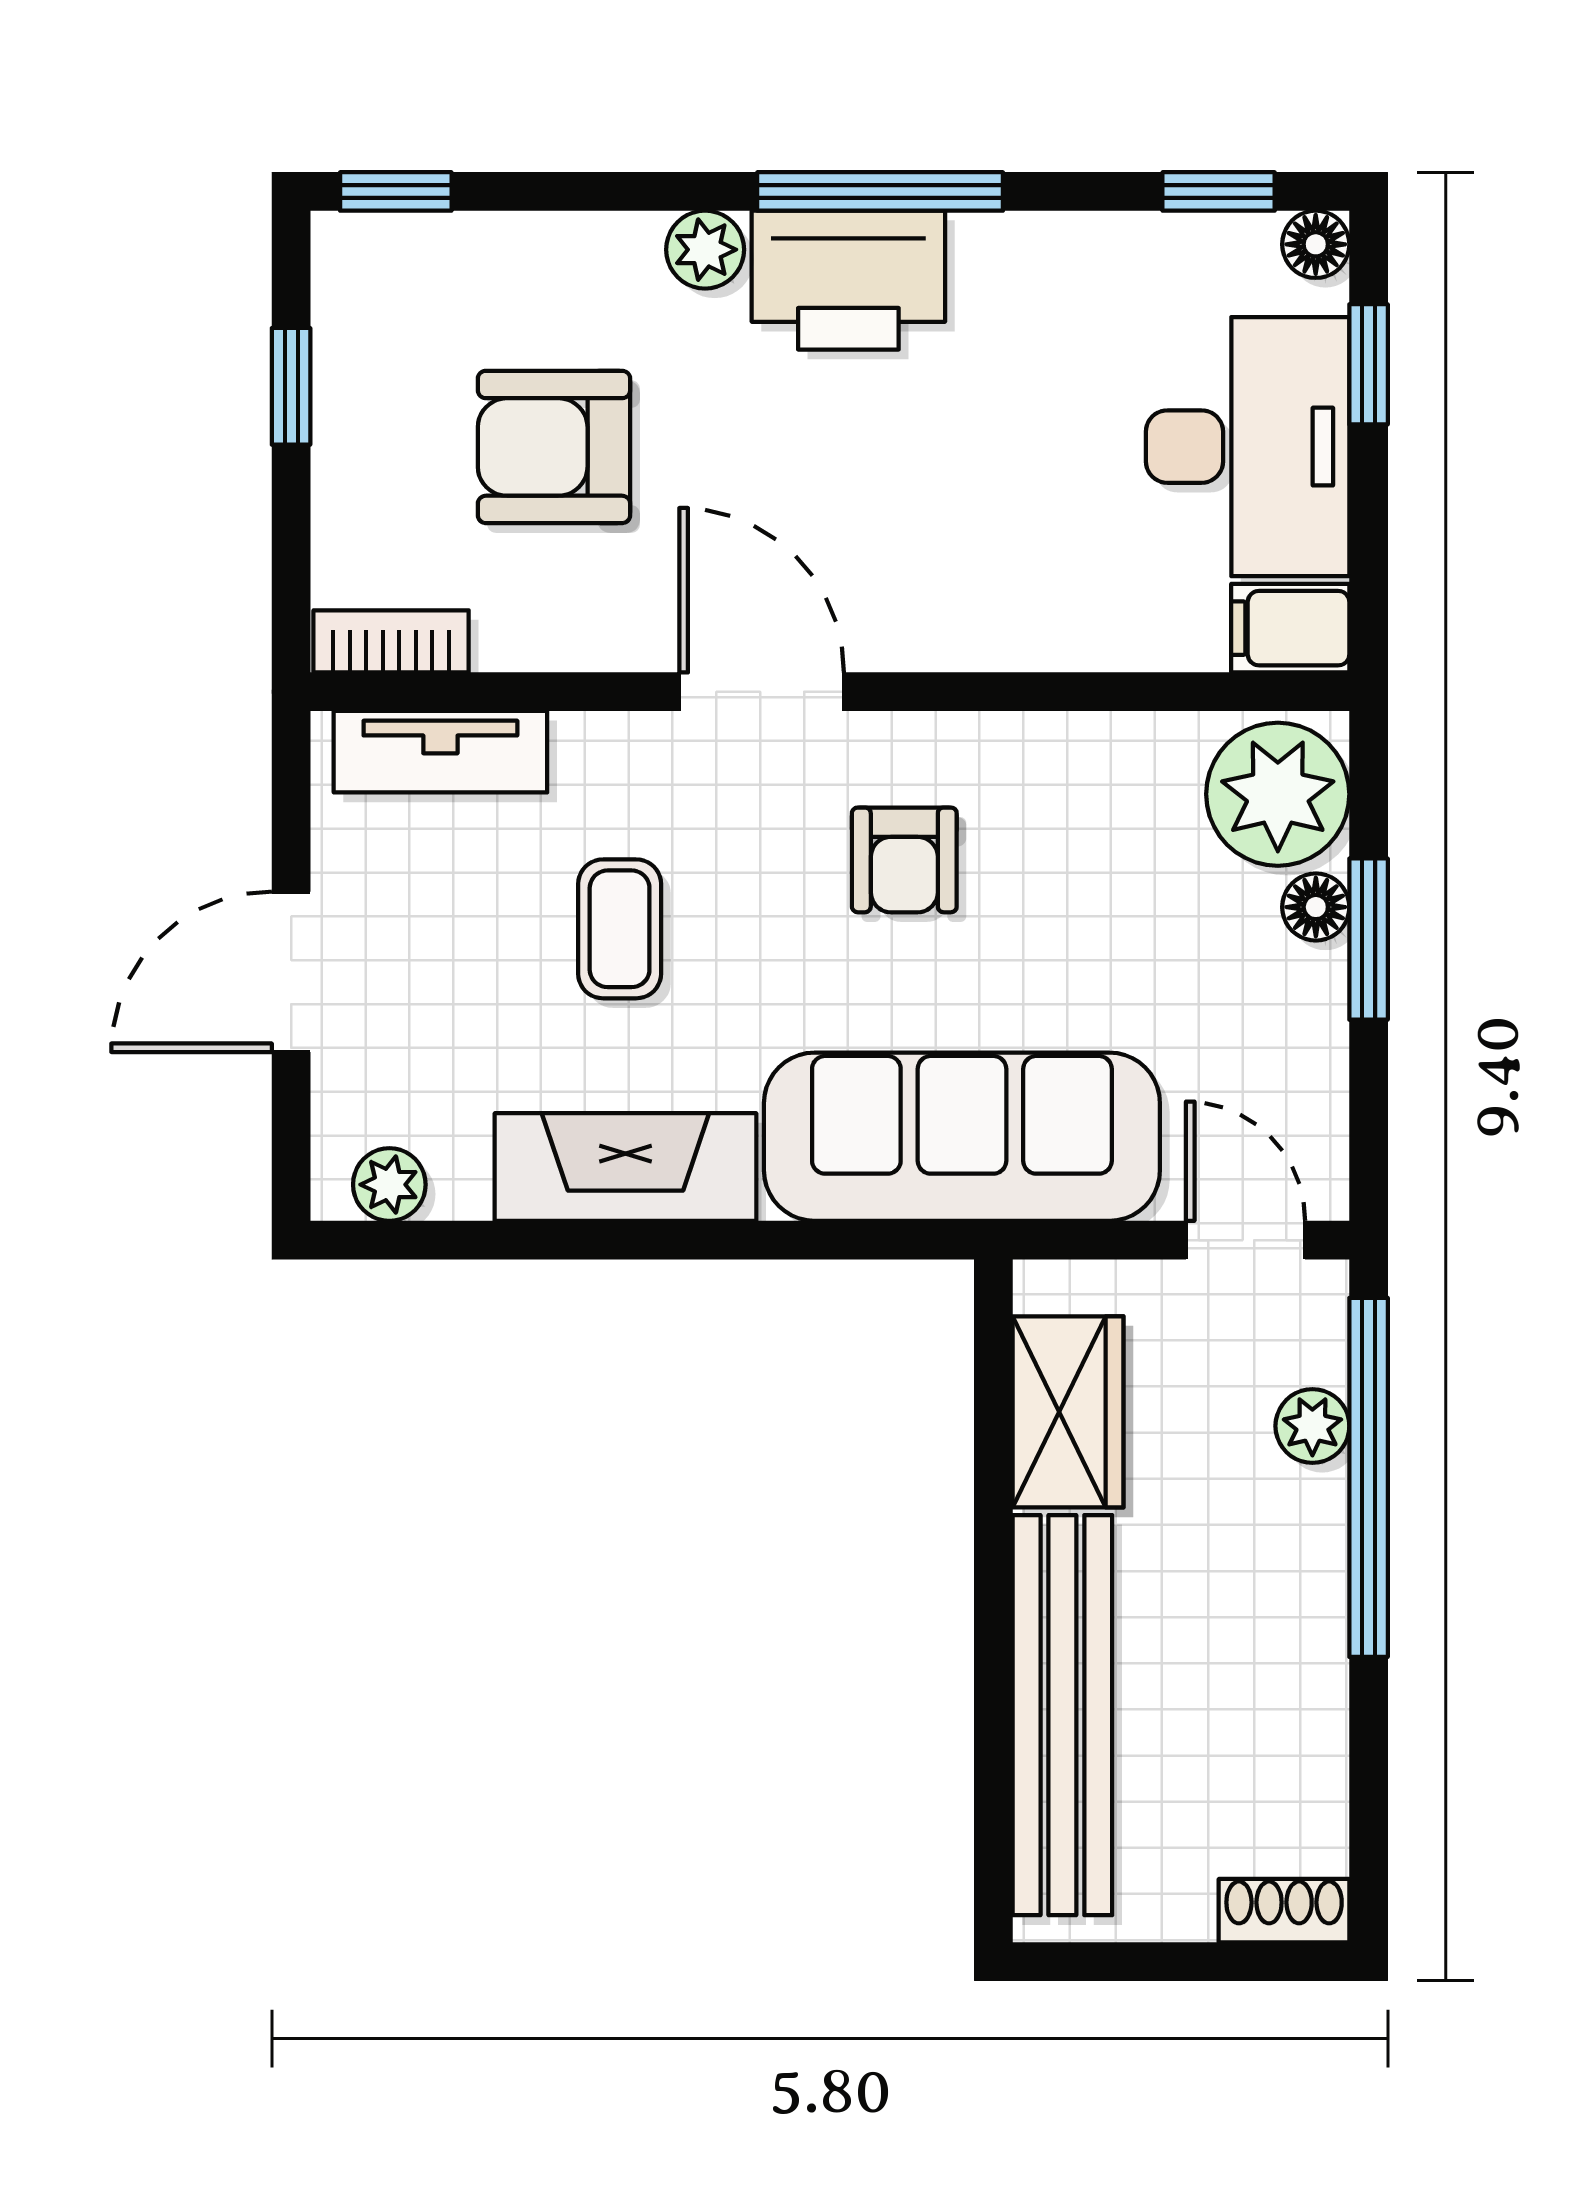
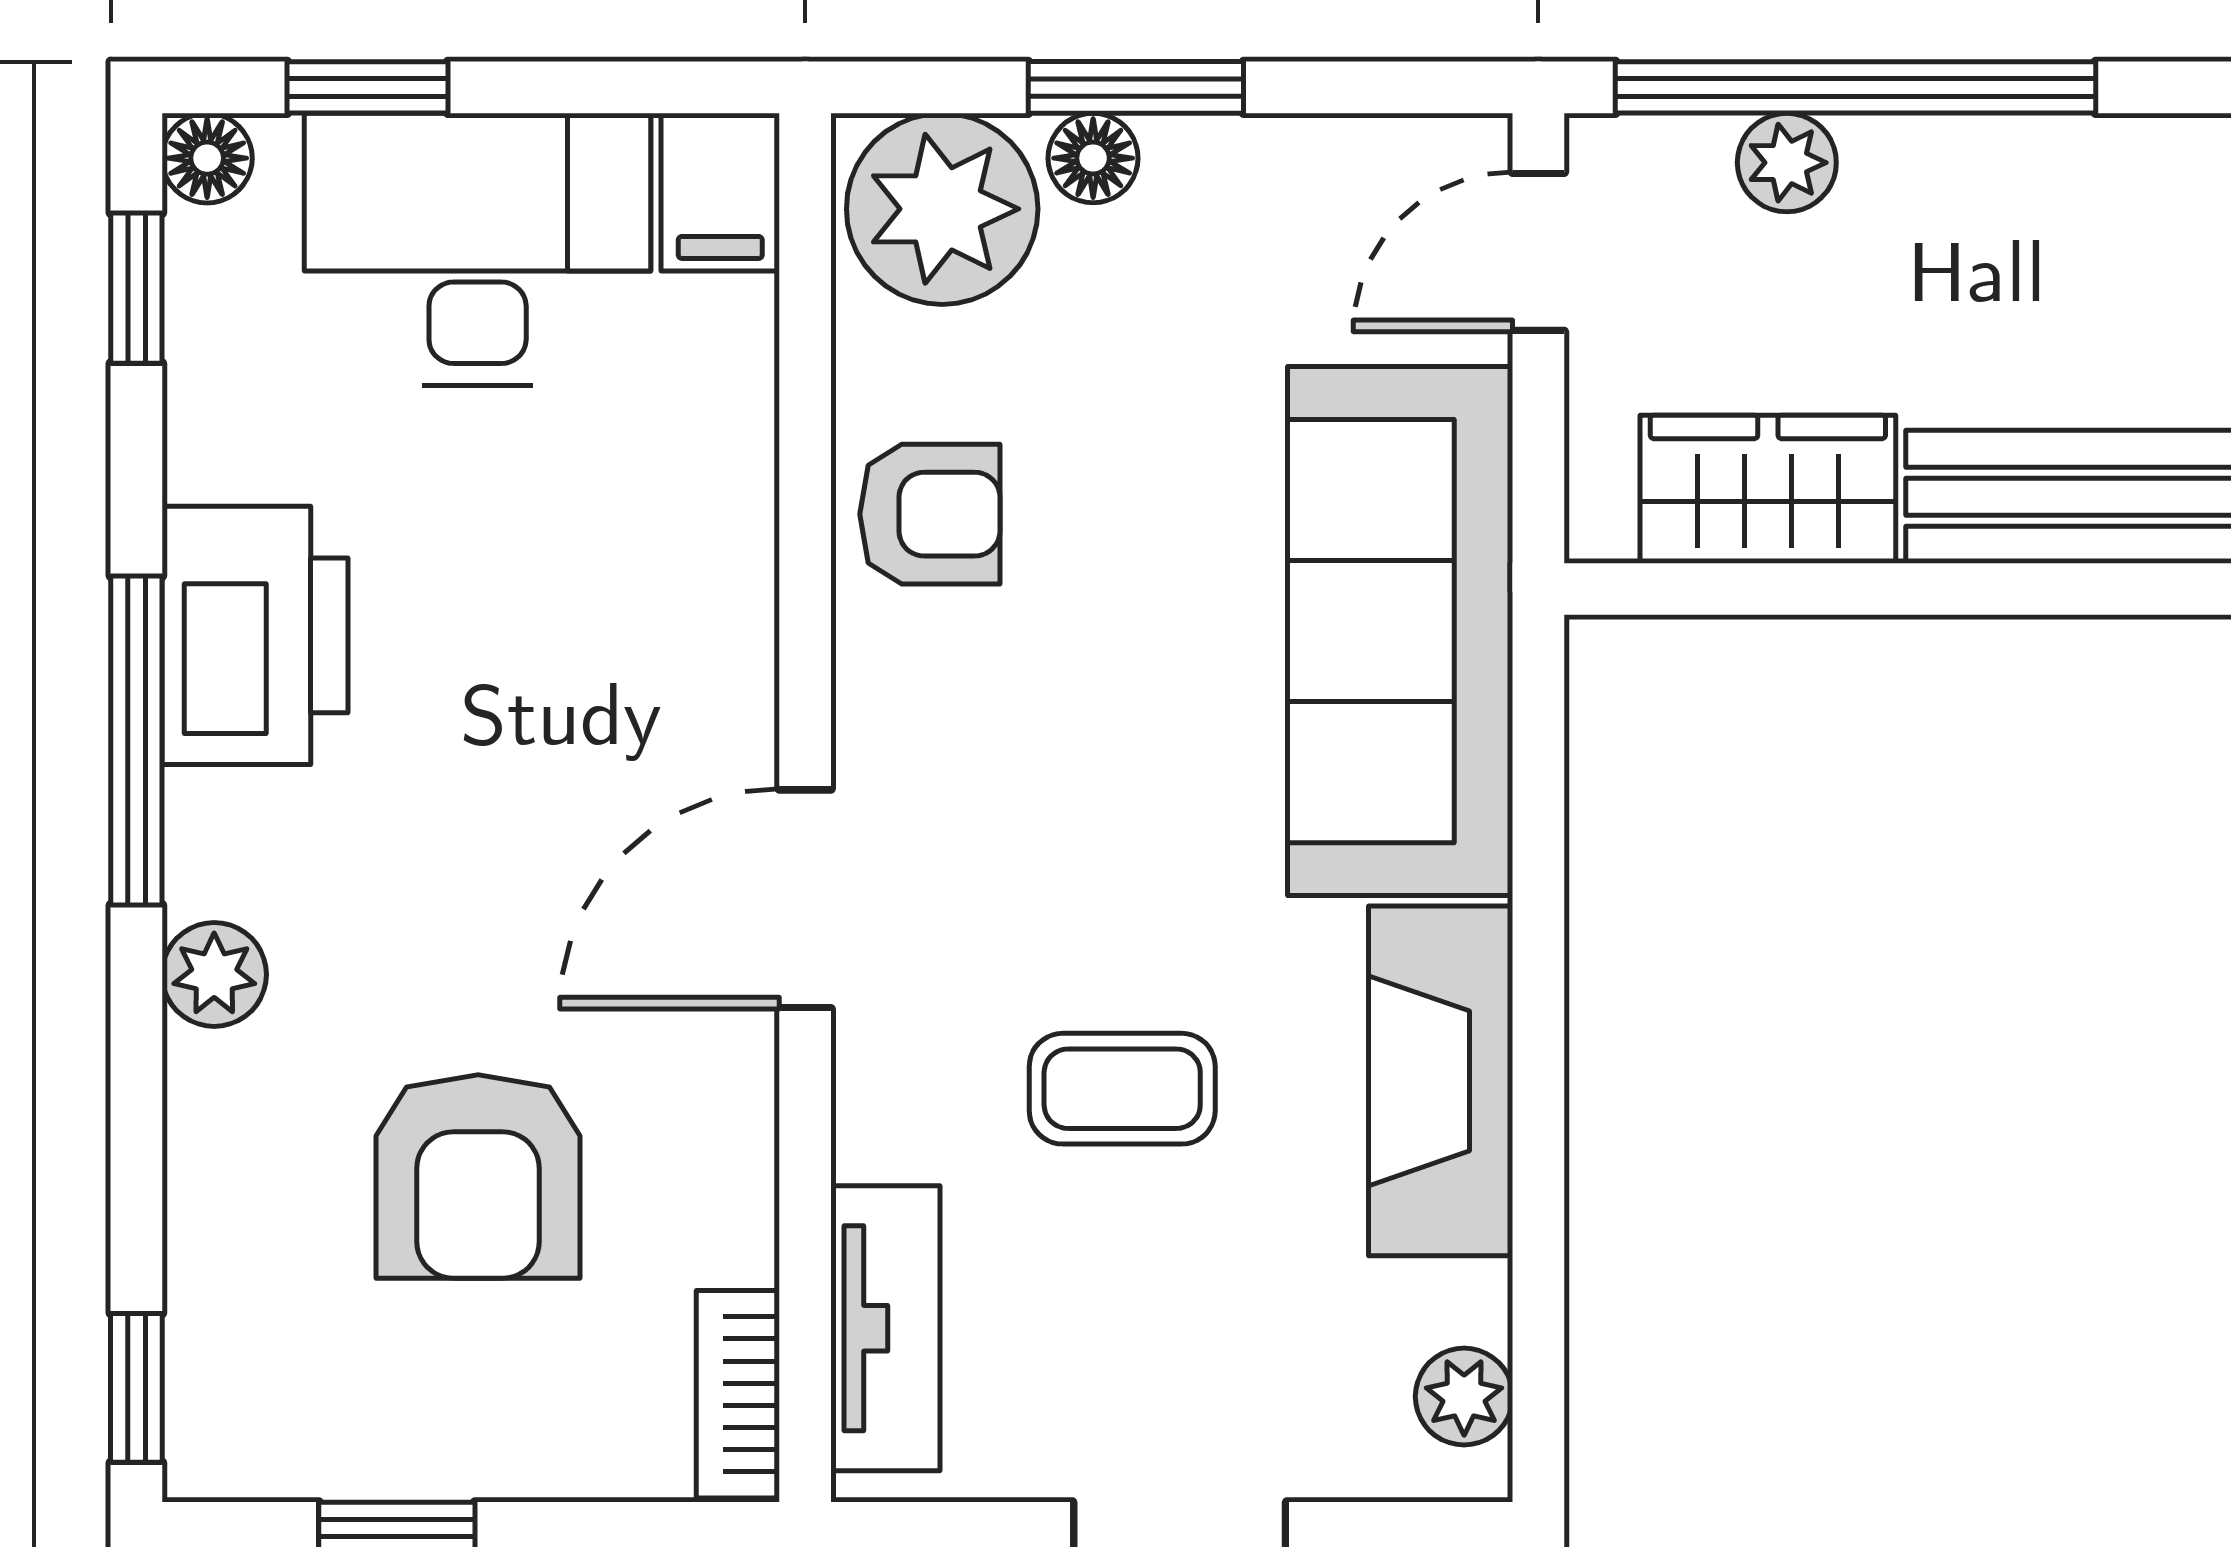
printer: (848, 280) -> (255, 635), moved
armchair: (904, 860) -> (930, 514), moved

